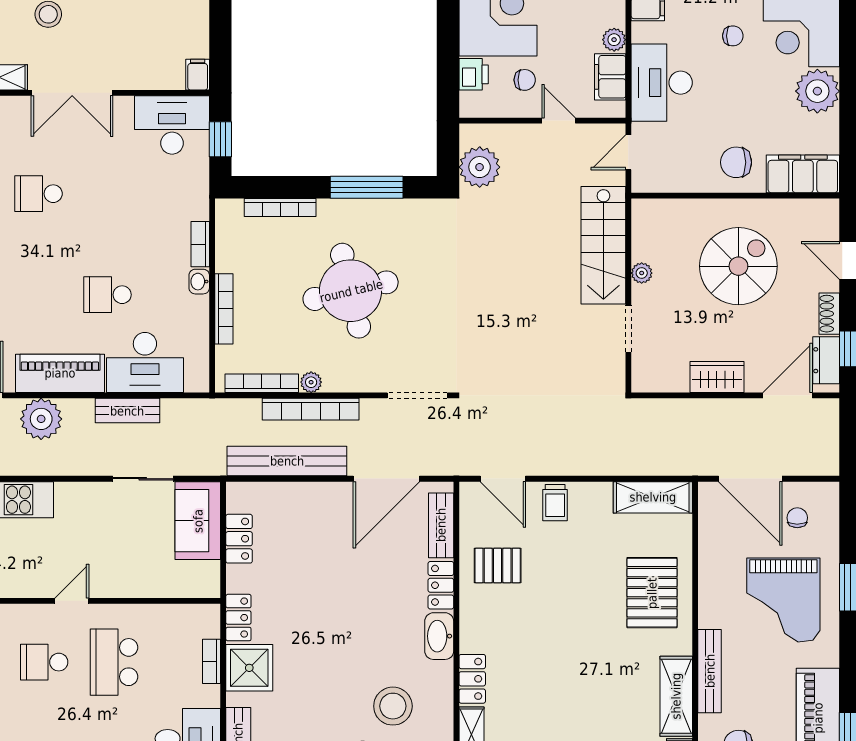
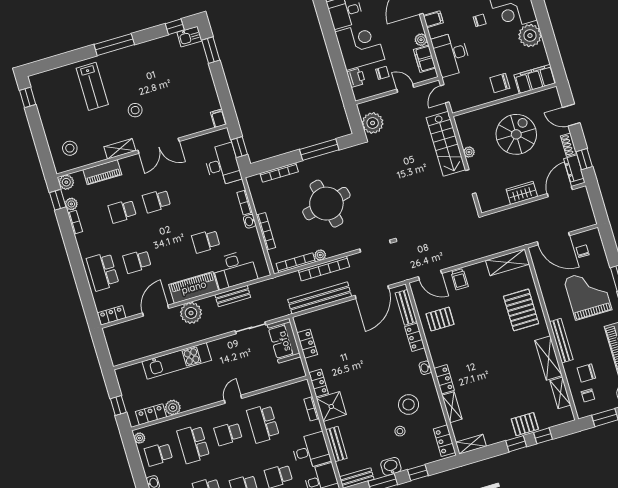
desk: (172, 125) -> (223, 165), moved, turned 90
grand piano: (783, 600) -> (588, 294), turned 180
washbasin: (439, 636) -> (425, 368), width x0.52, depth x0.69

